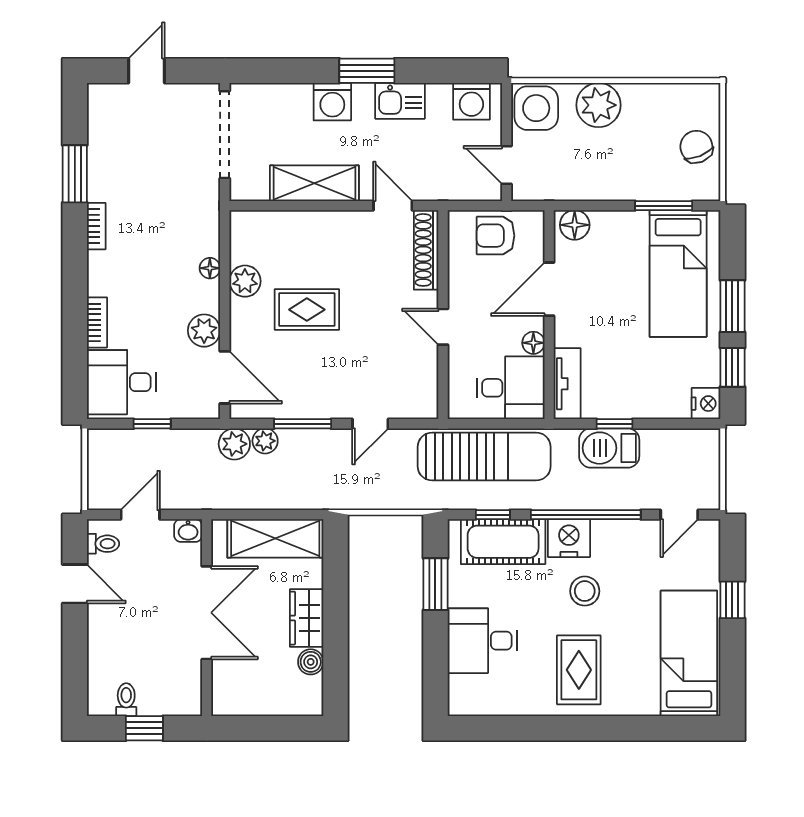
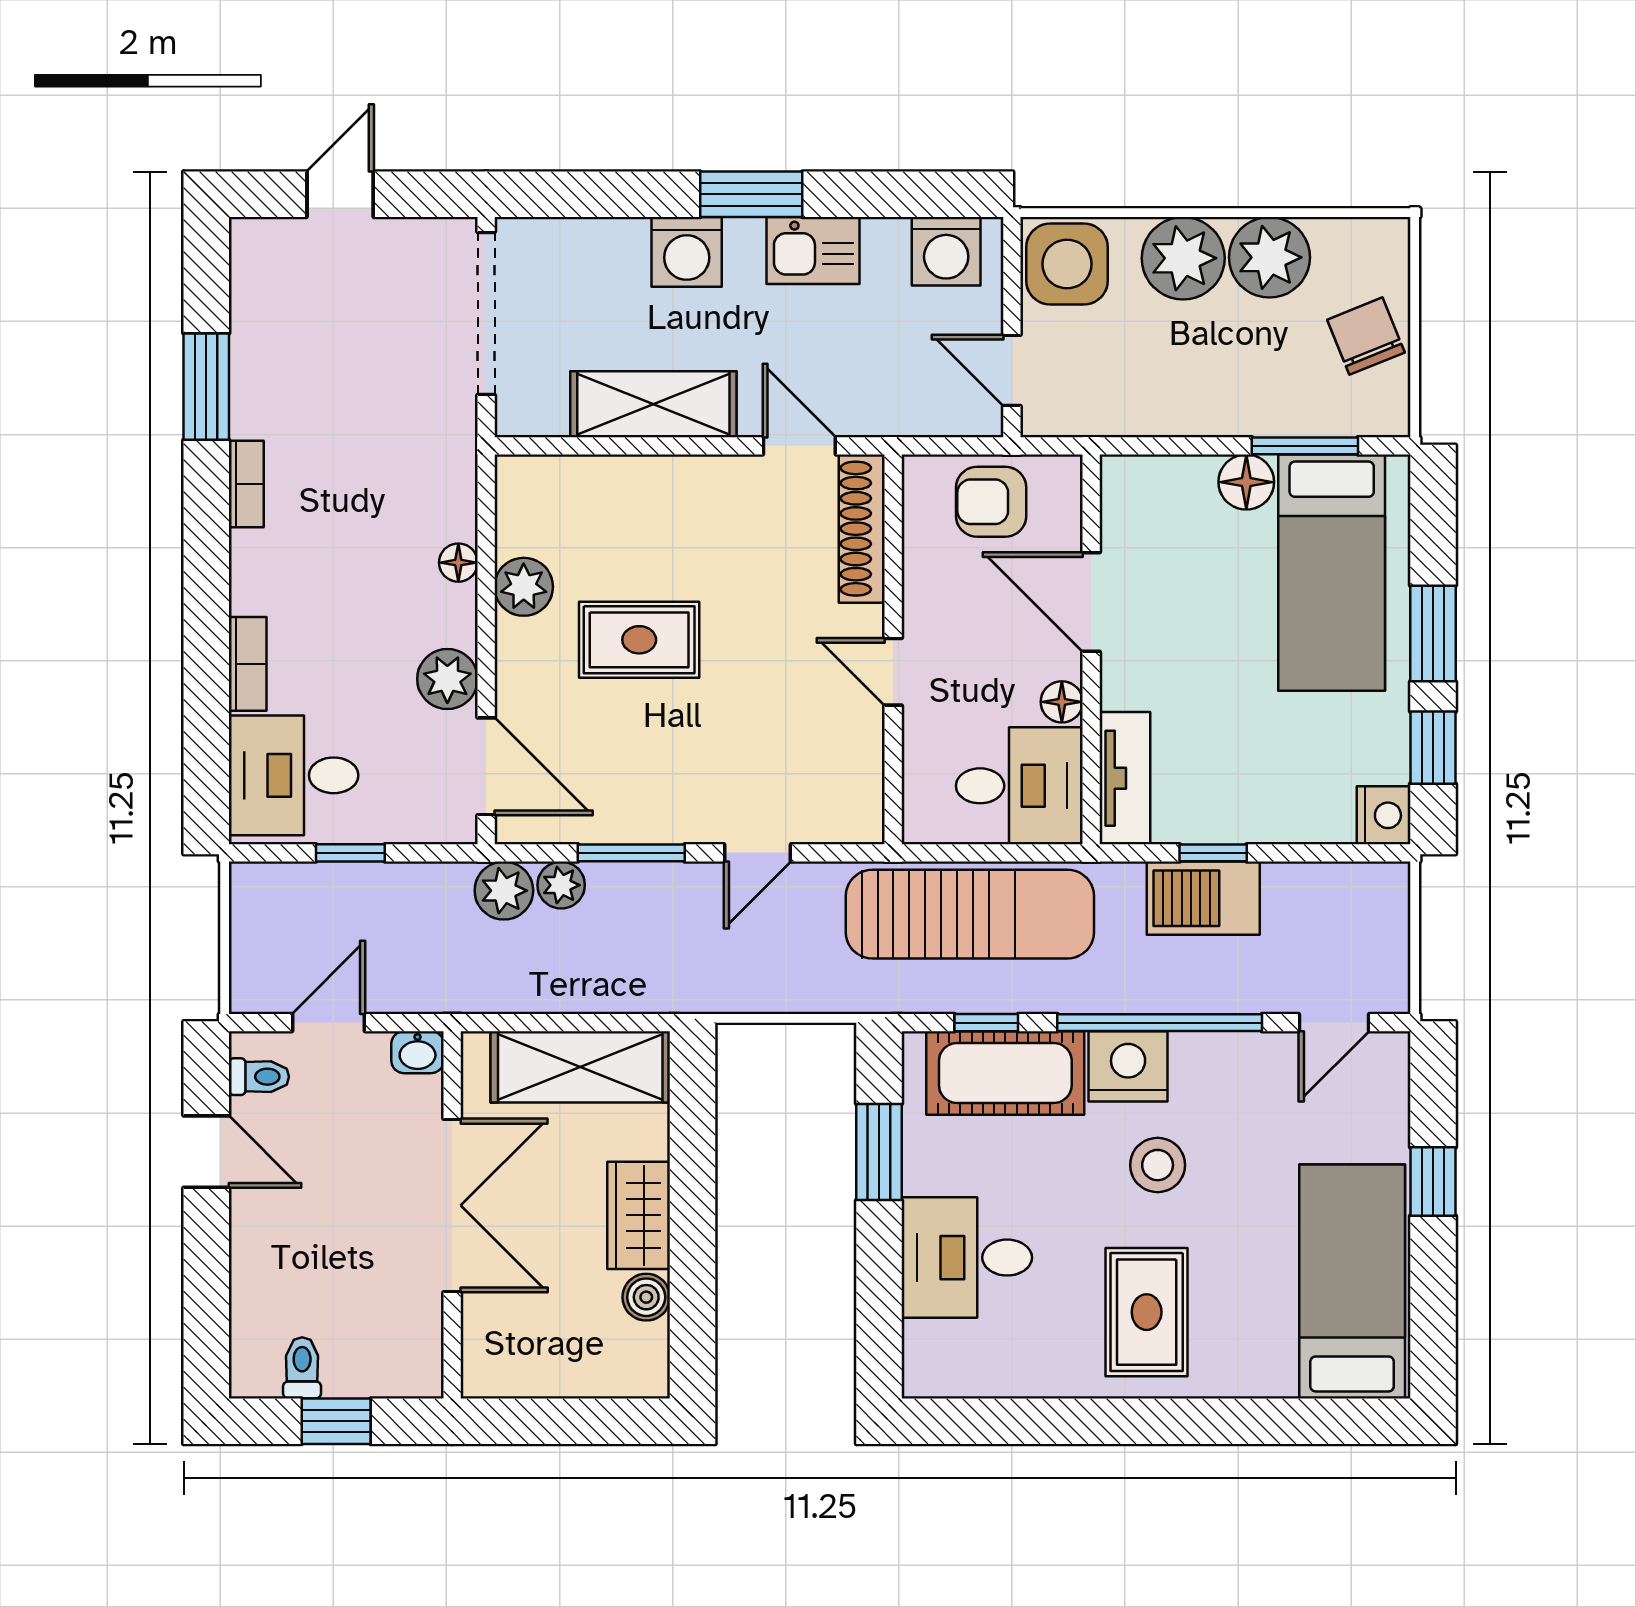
plant: (645, 104) -> (1269, 257), added
floor lamp: (575, 225) -> (1246, 482), moved
door: (549, 289) -> (1091, 602), hinge flipped

